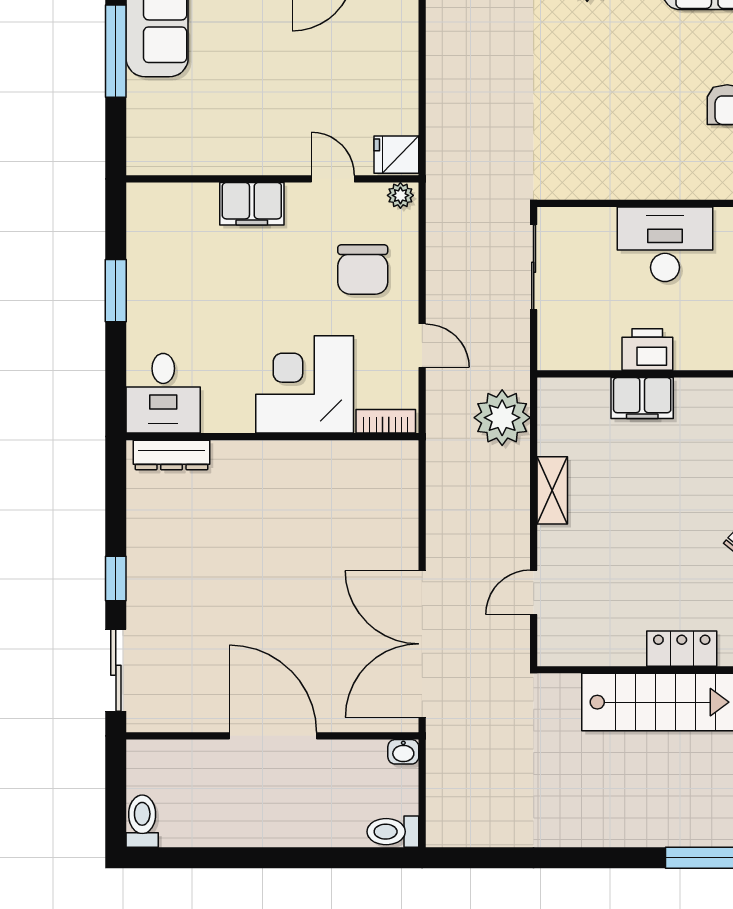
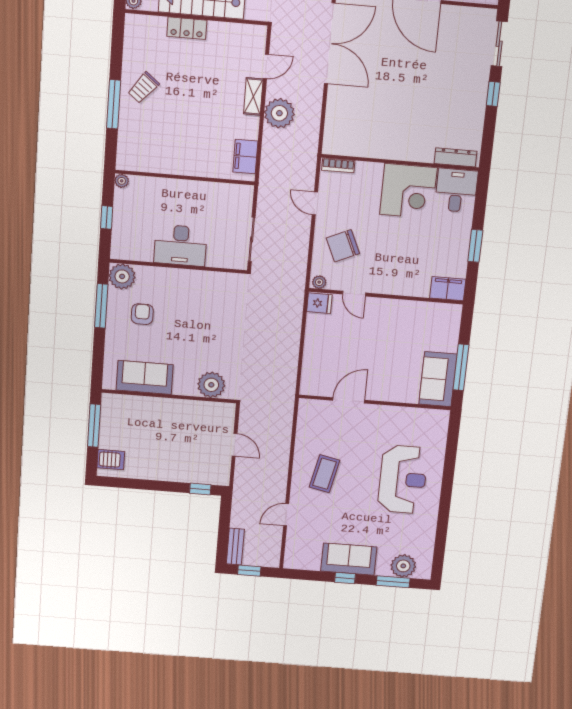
filing cabinet: (252, 204) -> (448, 289), moved
chair: (363, 270) -> (343, 246), turned -114
printer: (647, 350) -> (194, 191), removed
corner desk: (305, 384) -> (408, 191), moved
filing cabinet: (642, 398) -> (245, 157), moved, turned -90
plant: (502, 418) -> (279, 113), moved
shelving: (552, 490) -> (253, 96), moved

